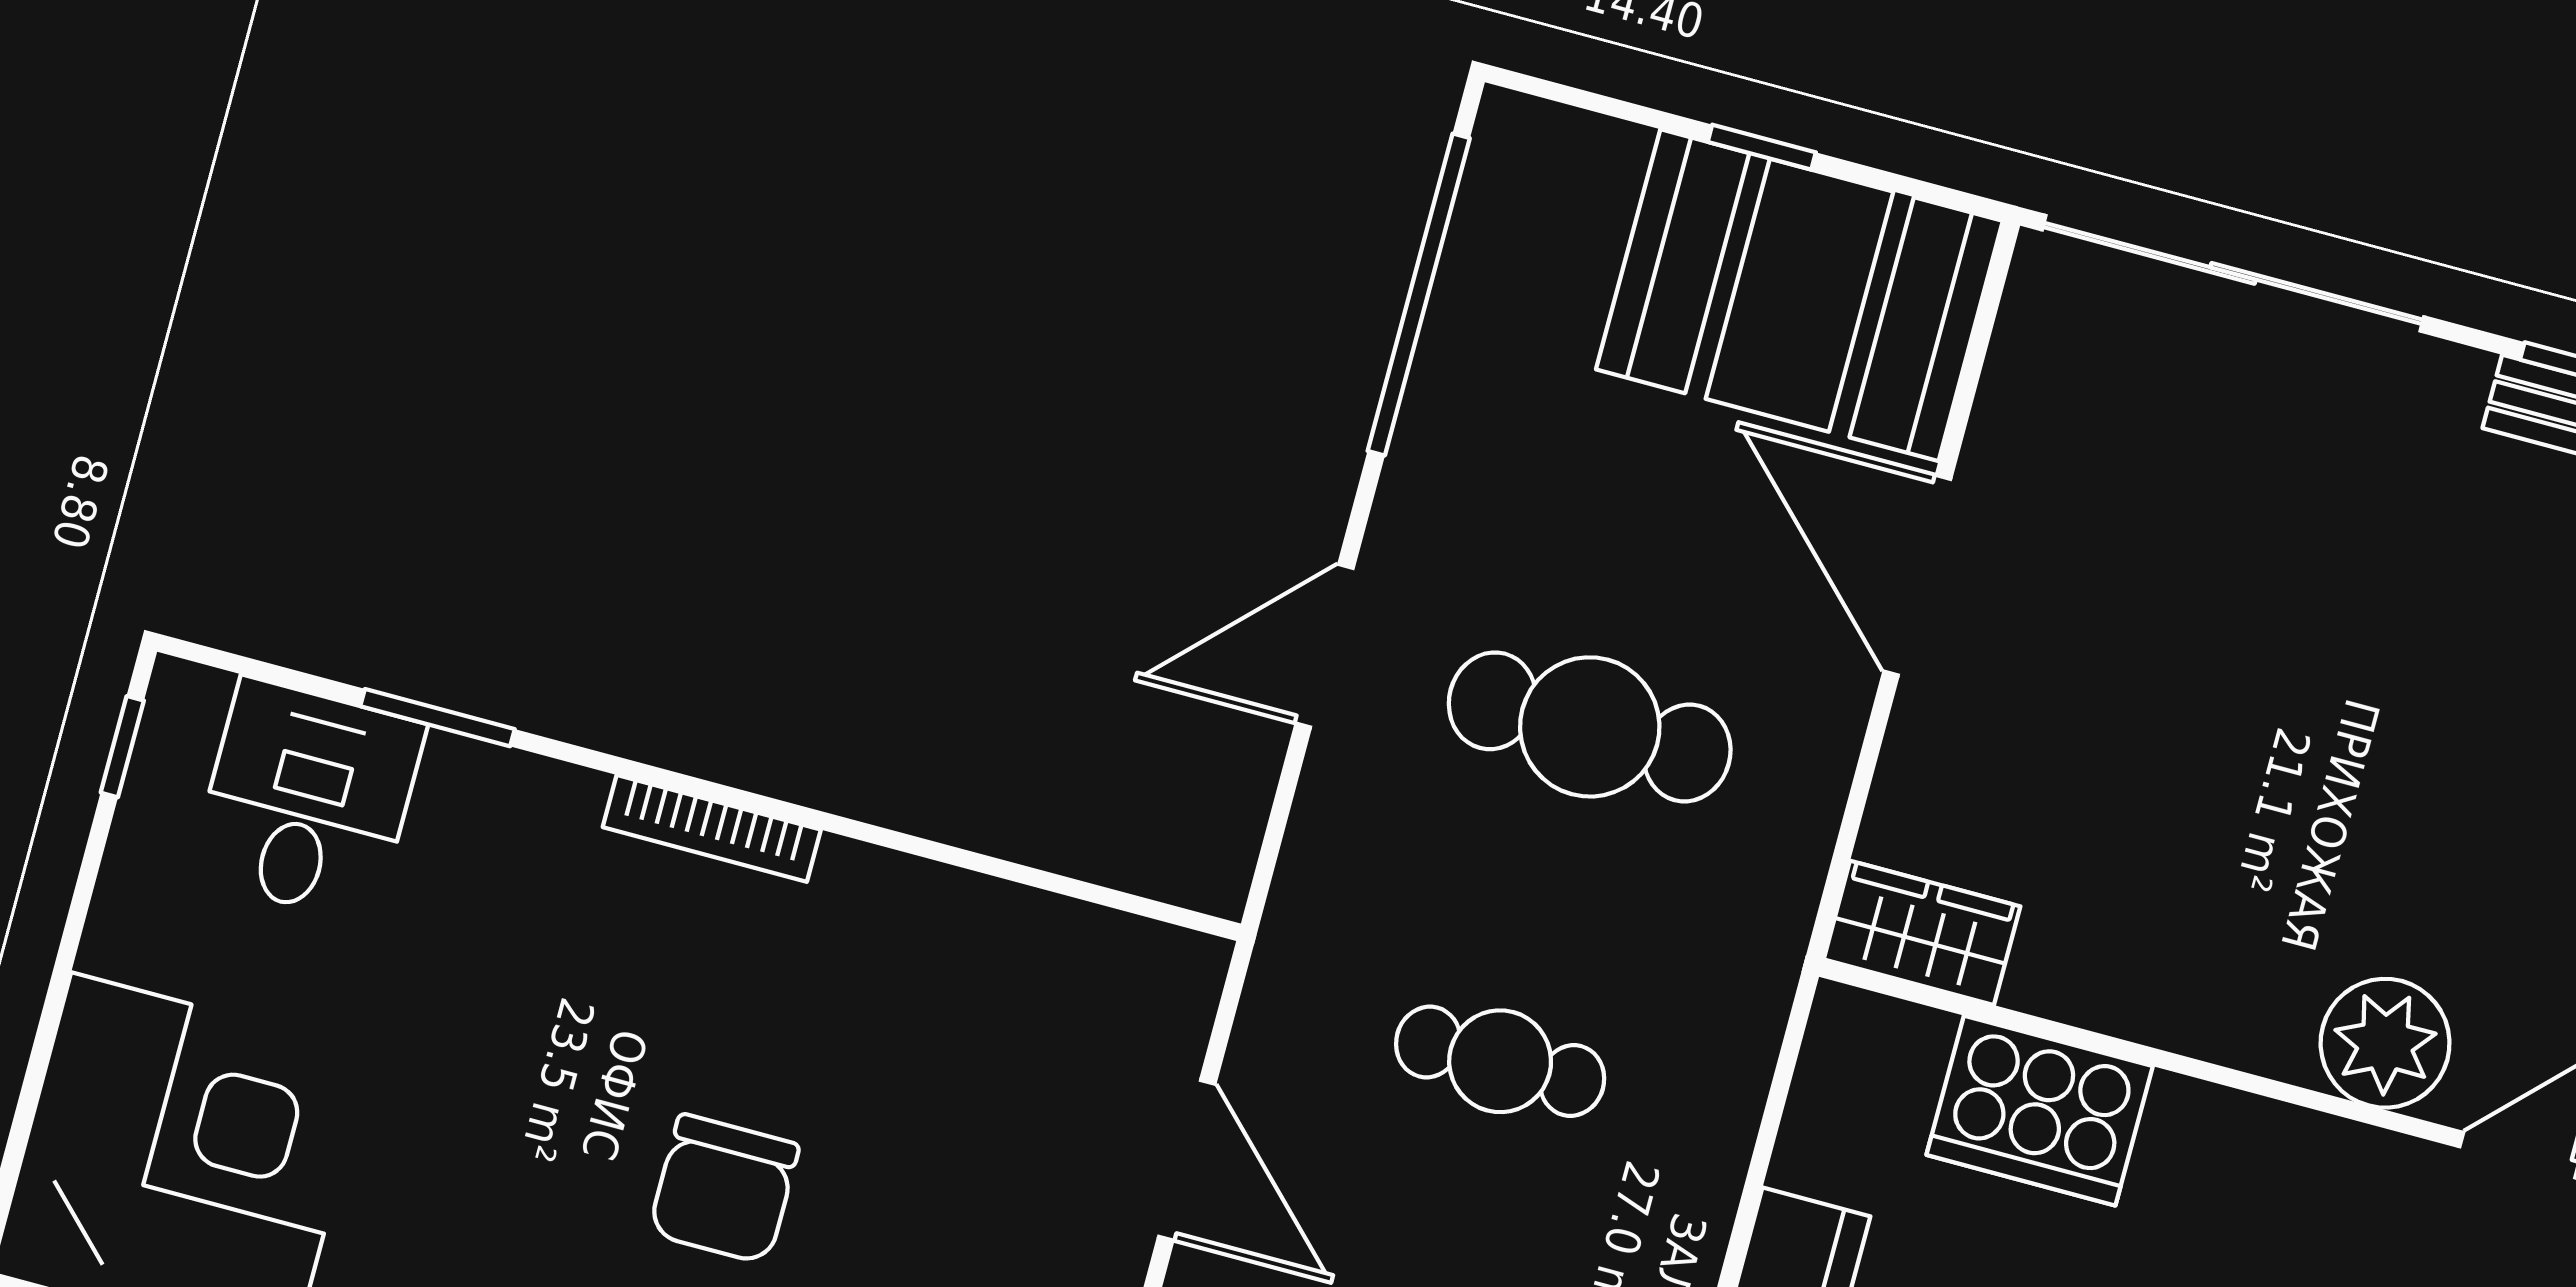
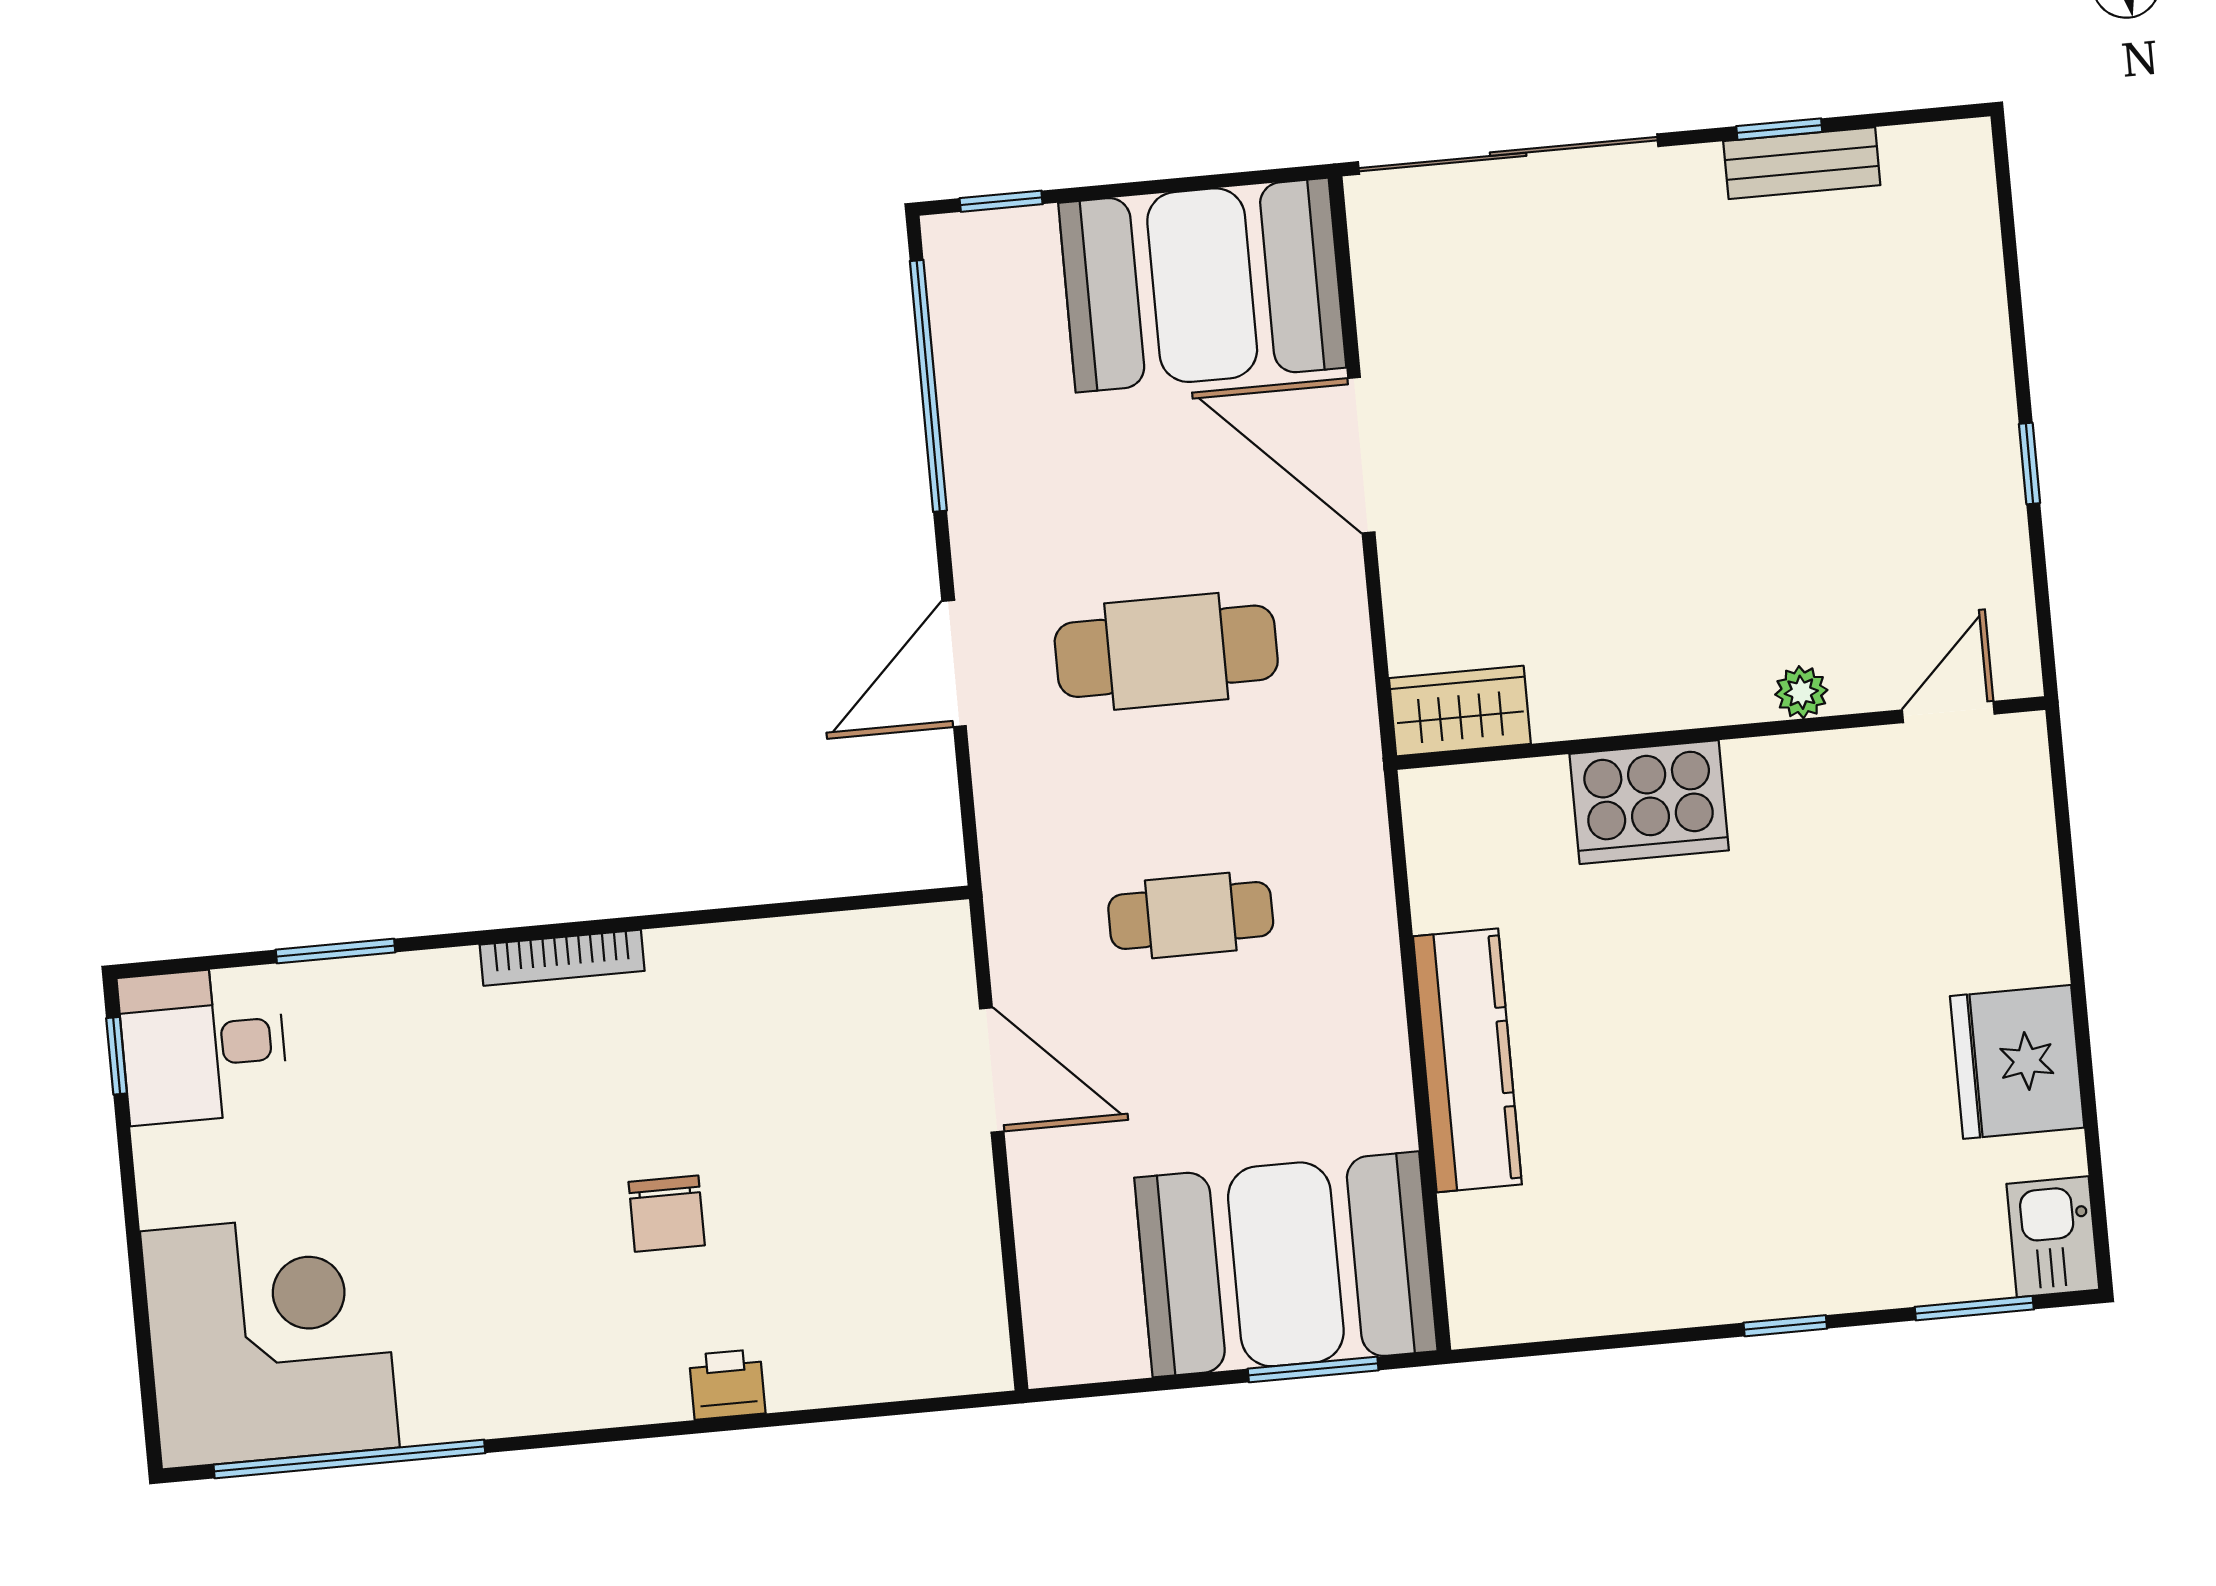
window: (1762, 147) -> (1001, 201), moved
desk: (307, 800) -> (203, 1045), moved, turned -90
plant: (2385, 1043) -> (1801, 692), width x0.53, depth x0.53
cooker: (2040, 1111) -> (1649, 802), moved
chair: (724, 1189) -> (667, 1214), width x0.73, depth x0.73

